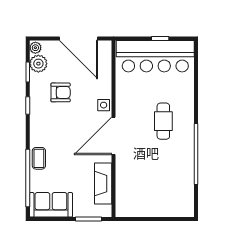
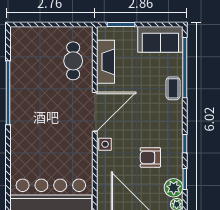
cafe table: (163, 121) -> (73, 61), moved

